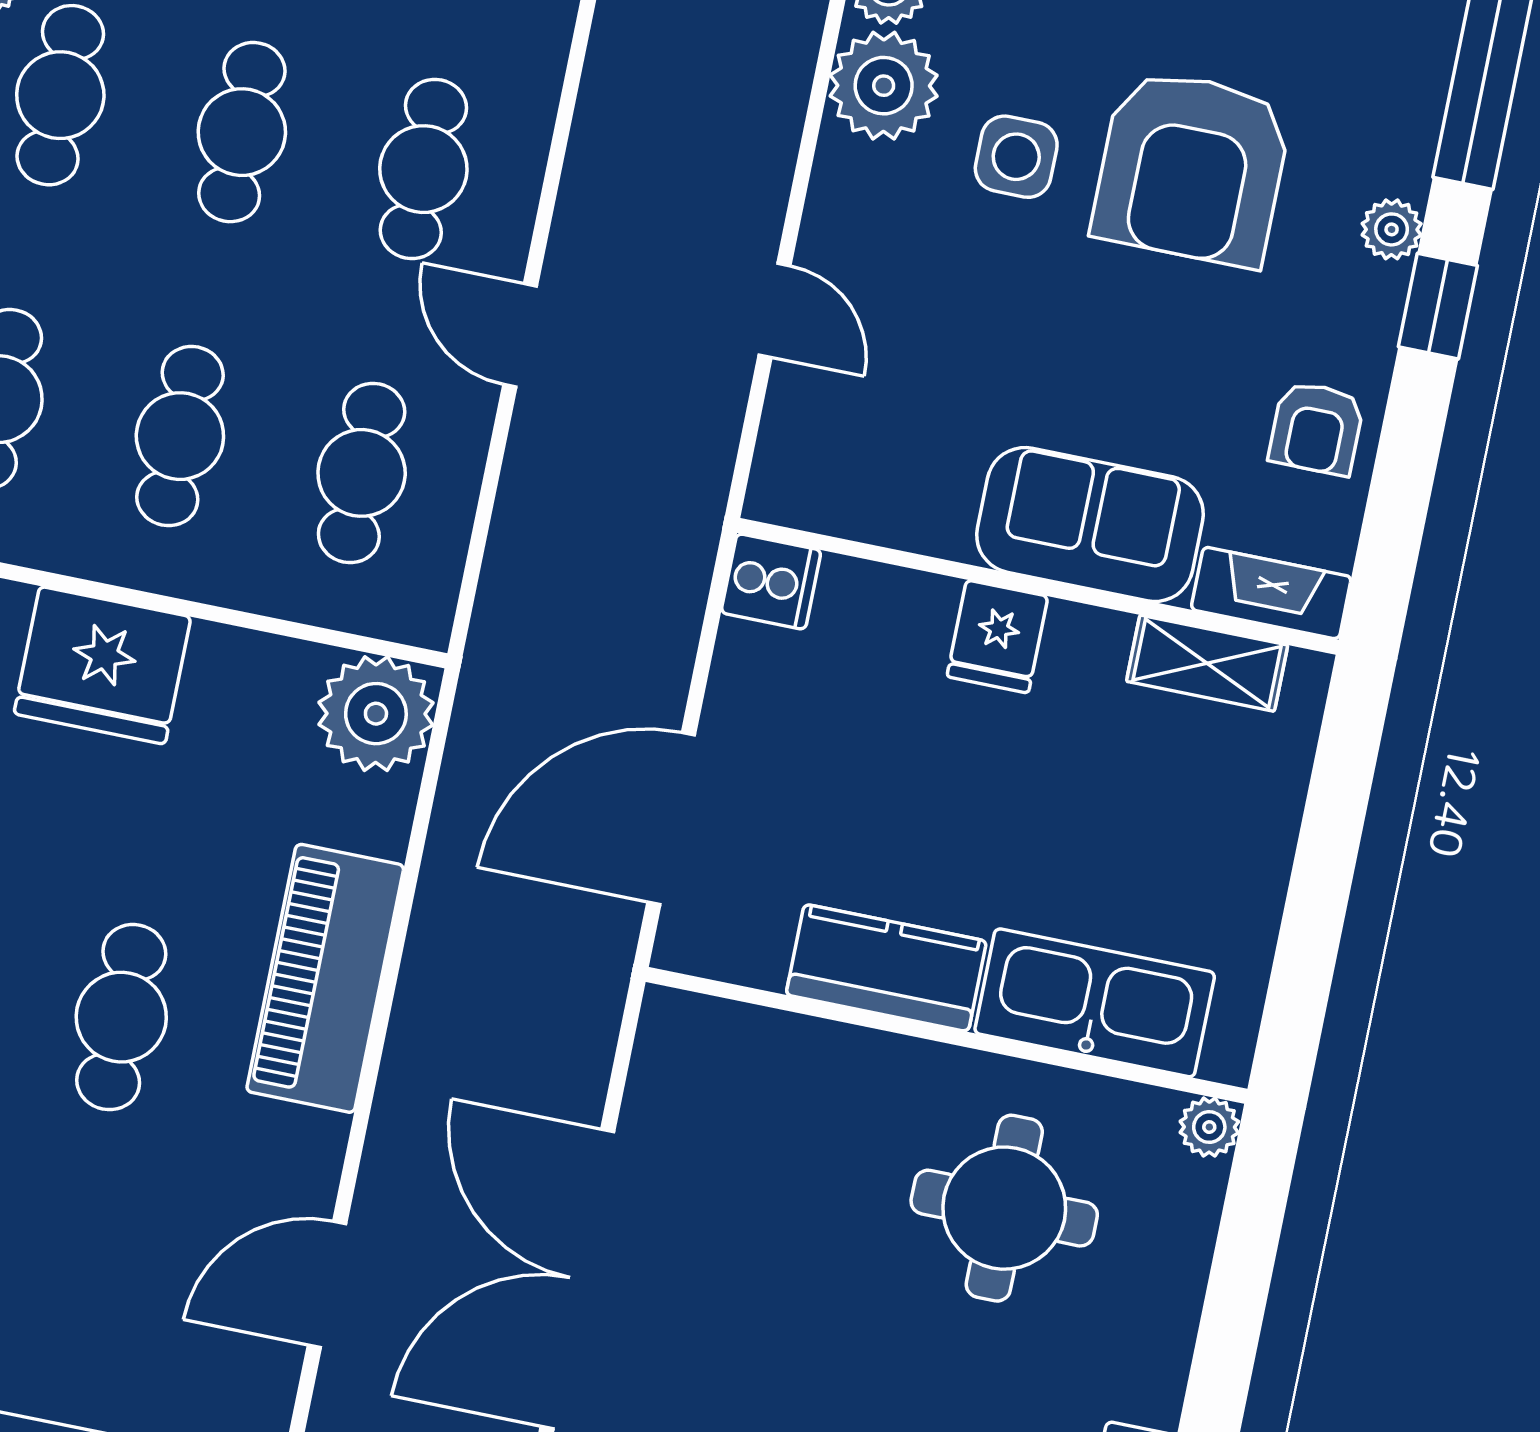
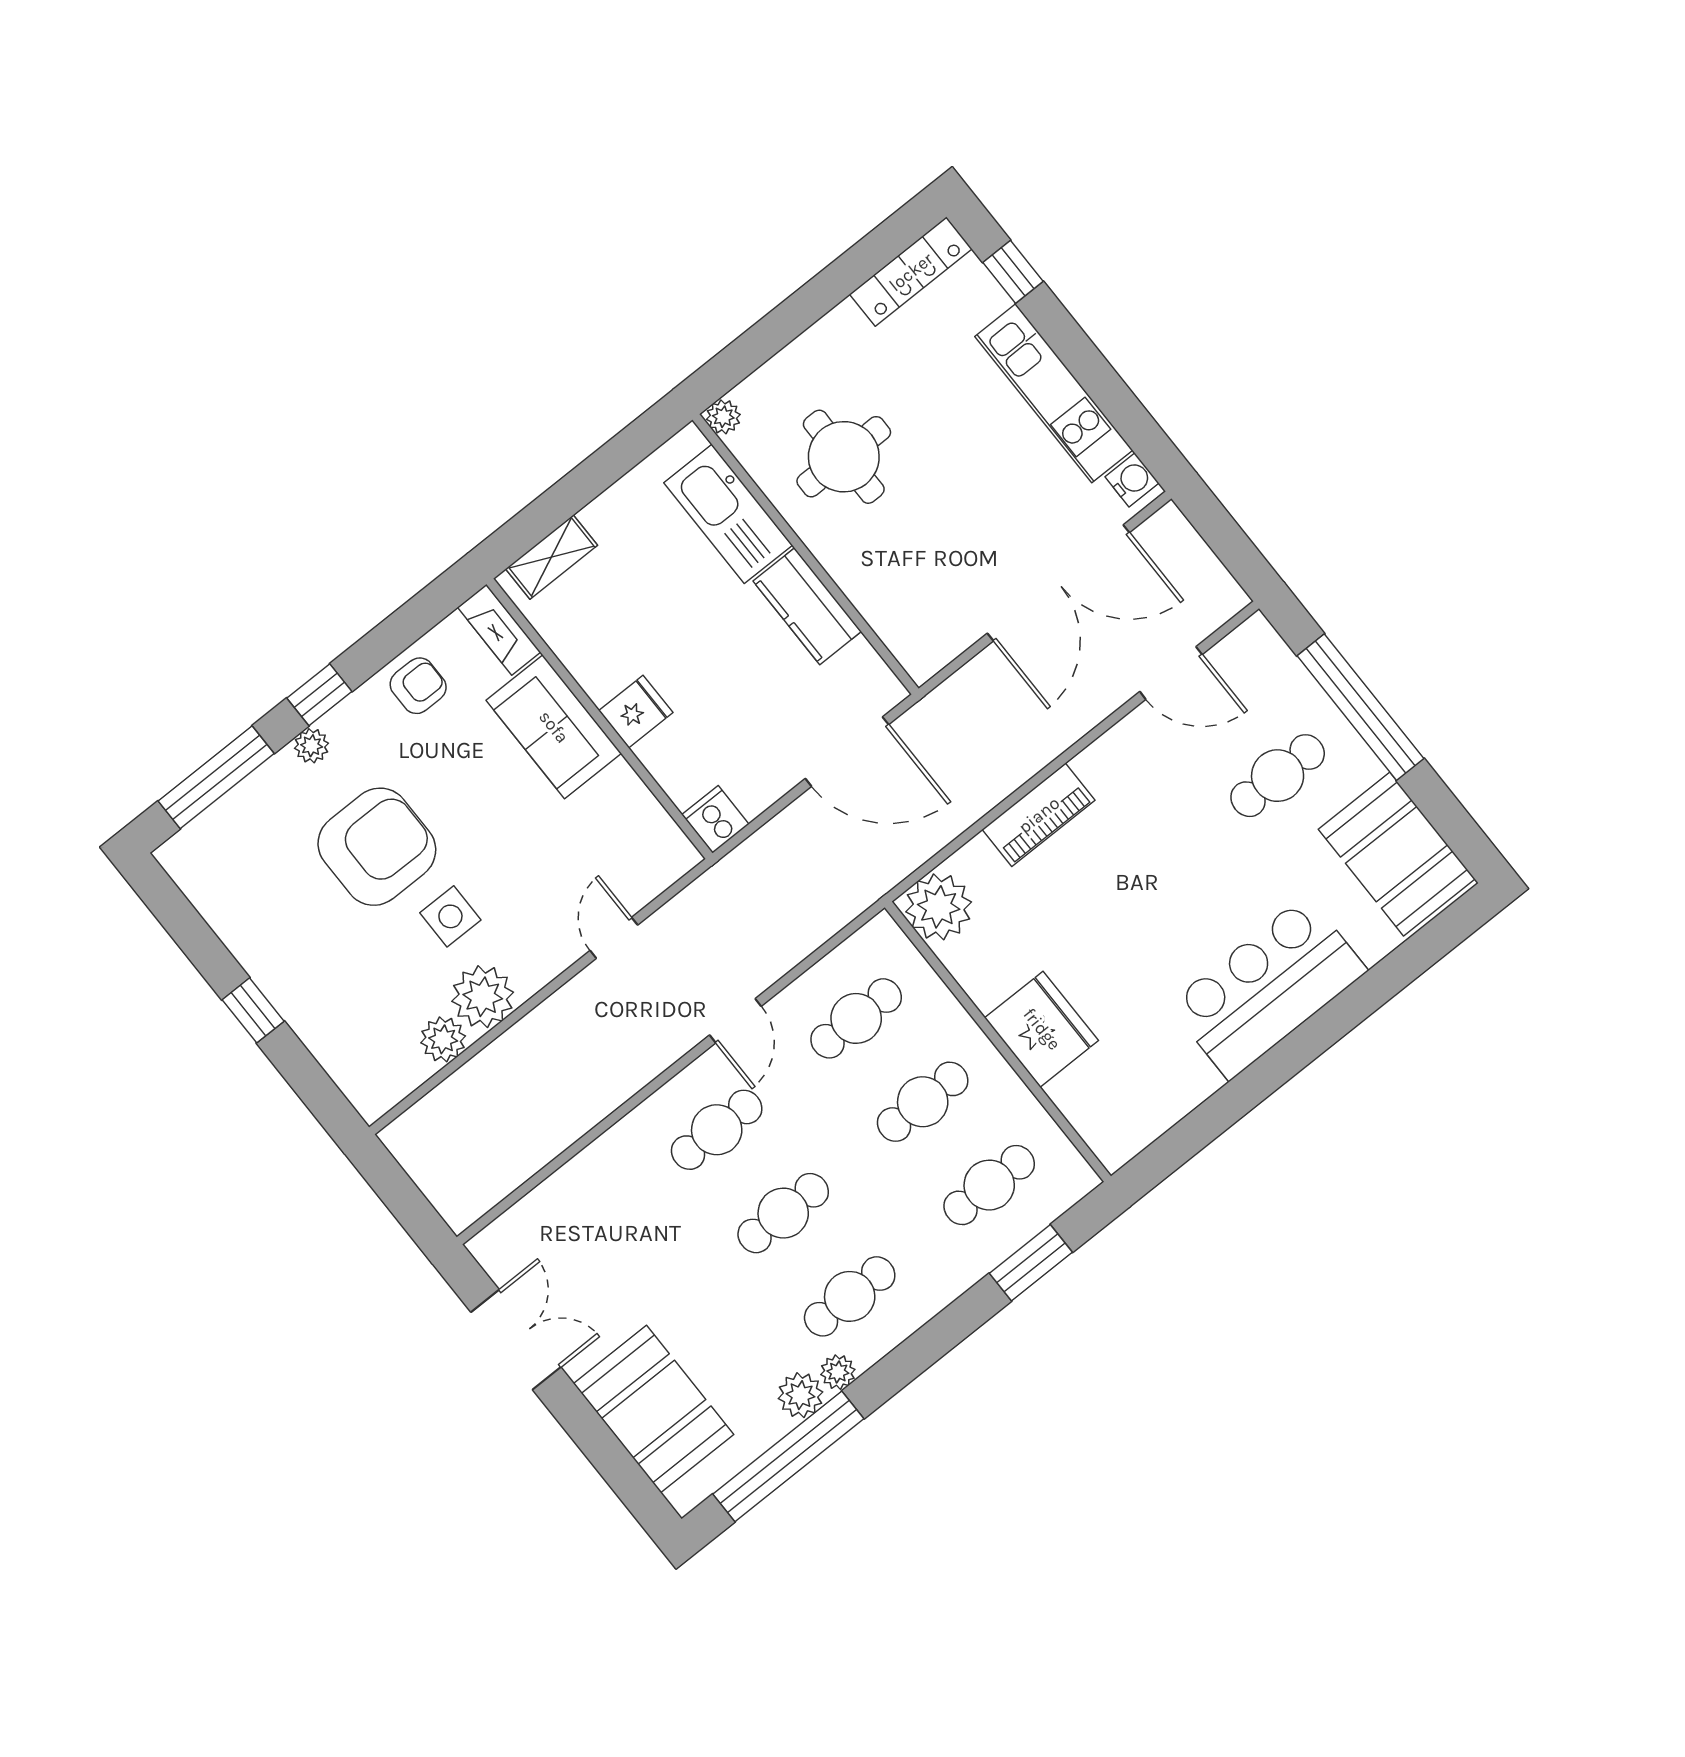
shelving: (1207, 663) -> (551, 557), moved, turned 90
piano: (325, 978) -> (1039, 815), width x0.73, depth x0.75
cafe table: (121, 1017) -> (1278, 776), moved

